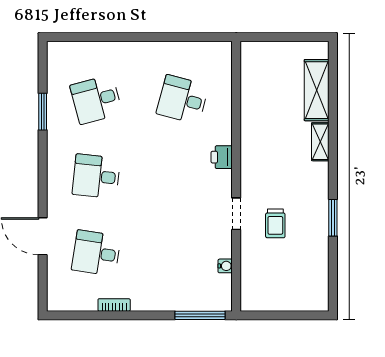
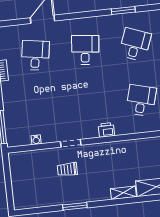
desk: (96, 100) -> (135, 44), turned 36

